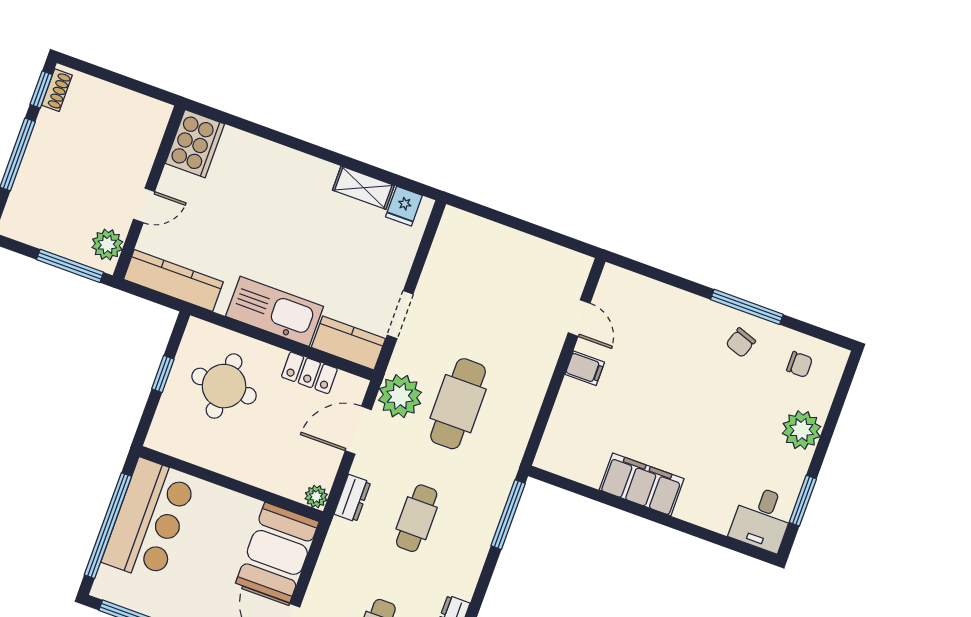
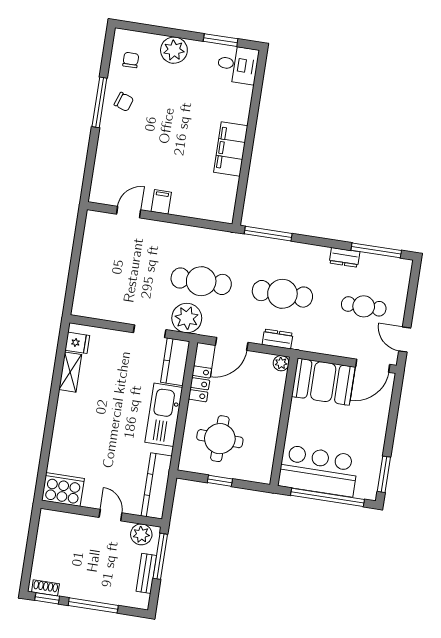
bench: (49, 241) -> (146, 573), added
plant: (400, 396) -> (187, 318), moved
door: (358, 430) -> (232, 344), hinge flipped
cafe table: (417, 518) -> (282, 294), width x1.37, depth x1.35

